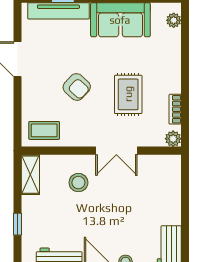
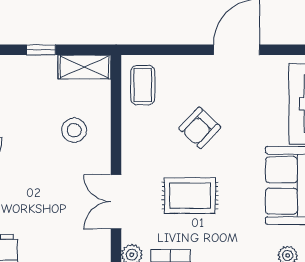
double door: (116, 151) -> (116, 202), moved
window: (17, 224) -> (41, 50), moved

